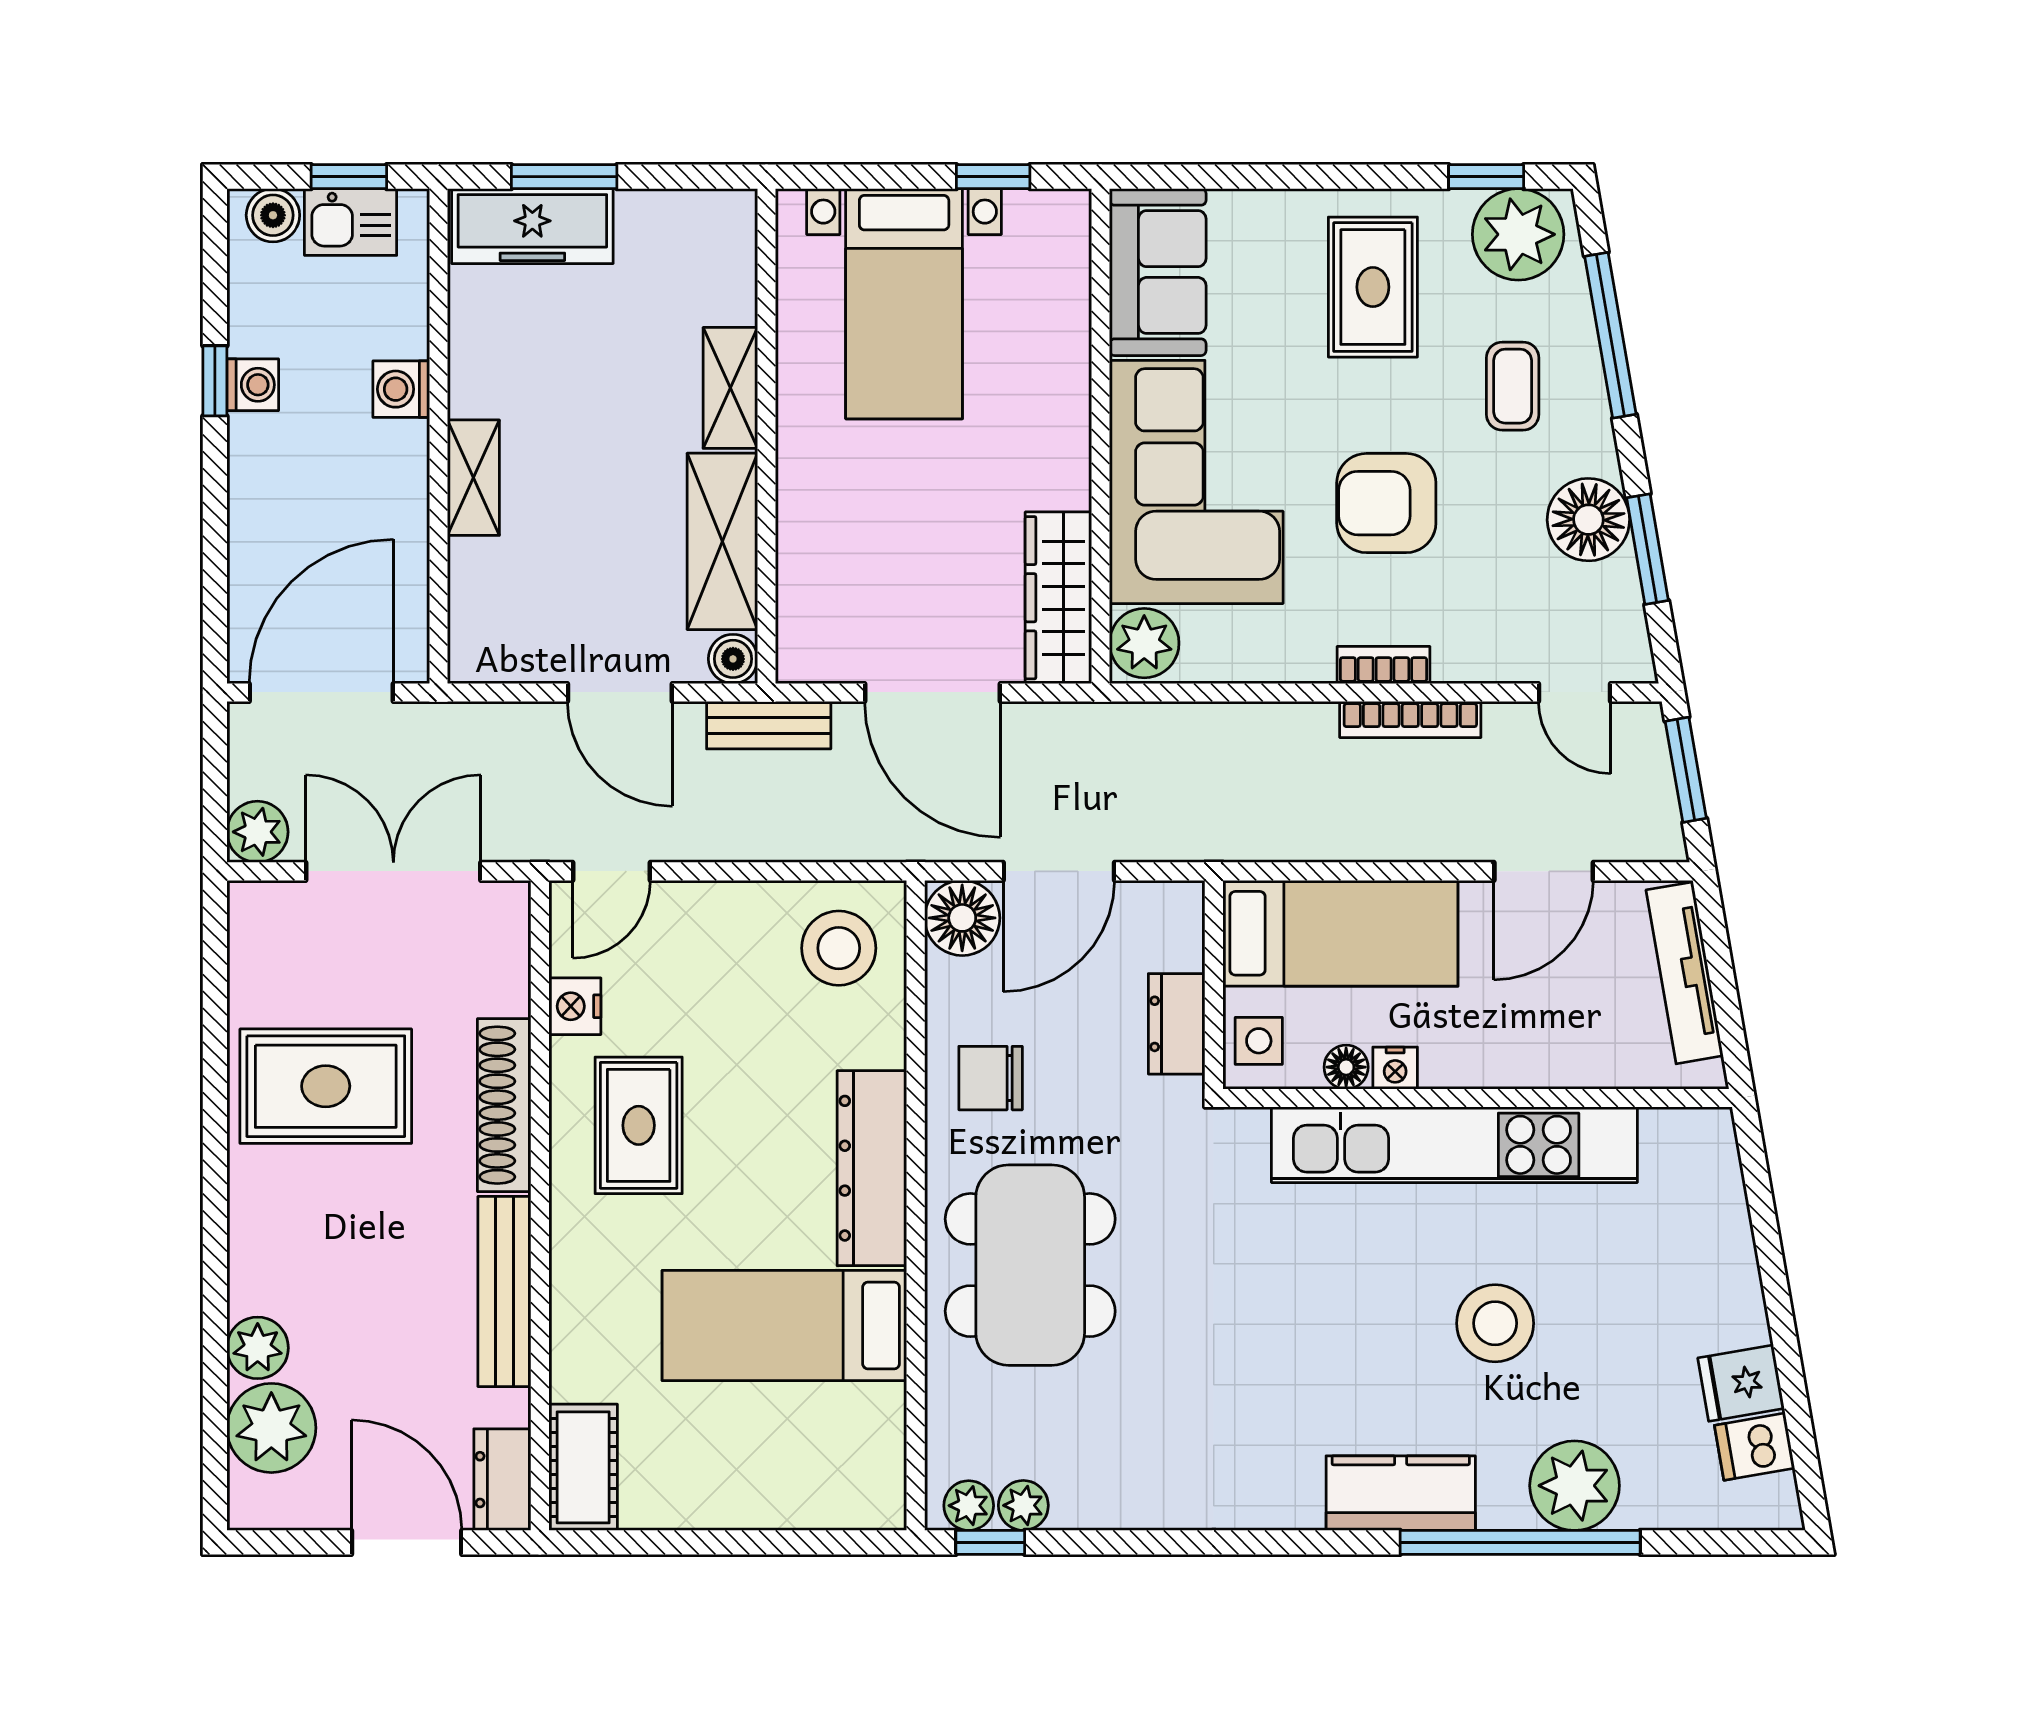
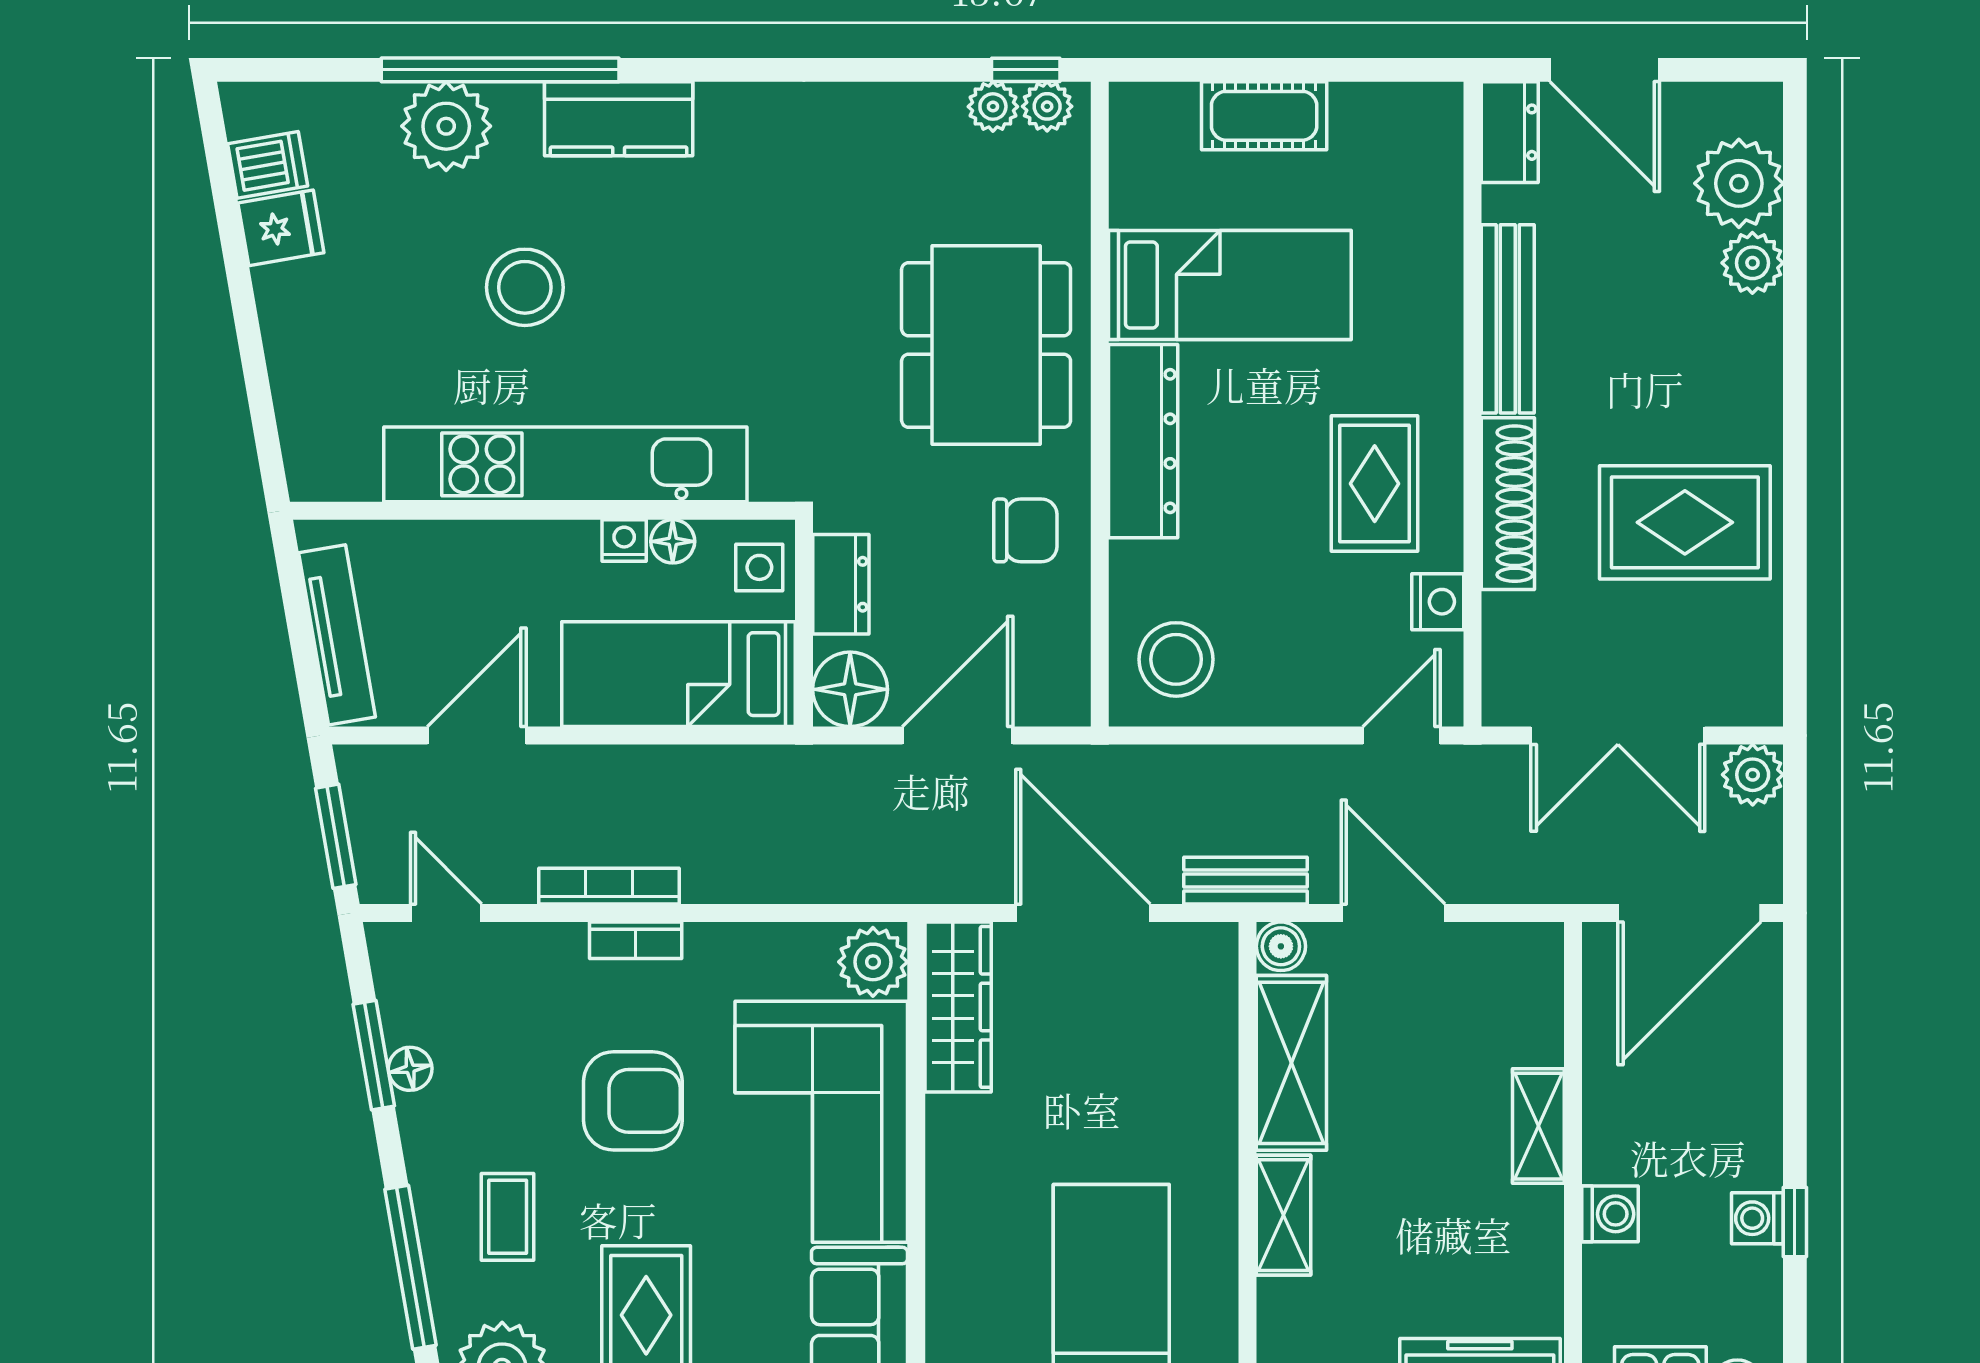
floor lamp: (1588, 520) -> (410, 1069), width x0.53, depth x0.53
floor lamp: (962, 918) -> (850, 689), moved
cot: (583, 1467) -> (1264, 116), moved, turned 90

